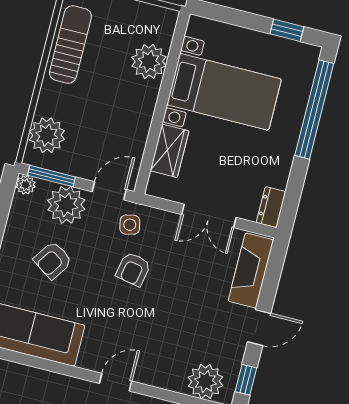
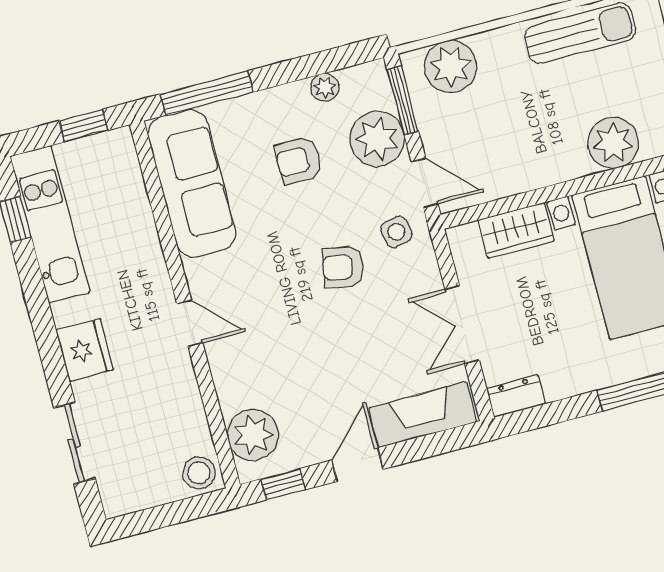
plant: (26, 185) -> (325, 87), moved
armchair: (53, 260) -> (299, 160), turned -34
door: (259, 328) -> (357, 465), swing flipped

